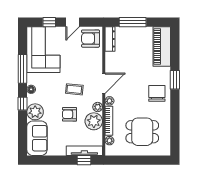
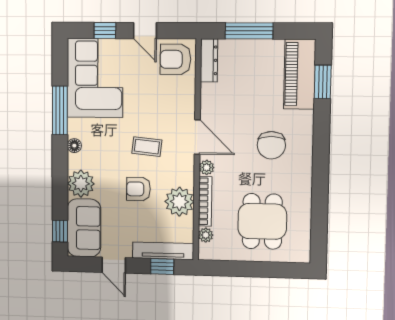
door: (73, 22) -> (145, 31), hinge flipped
window: (175, 80) -> (323, 82), moved
door: (104, 83) -> (197, 137), hinge flipped
chair: (157, 93) -> (271, 145), moved, turned 180
window: (22, 104) -> (60, 231), moved
plant: (98, 107) -> (186, 178), removed
dining table: (142, 132) -> (262, 221), turned 90
door: (55, 160) -> (114, 265), added

